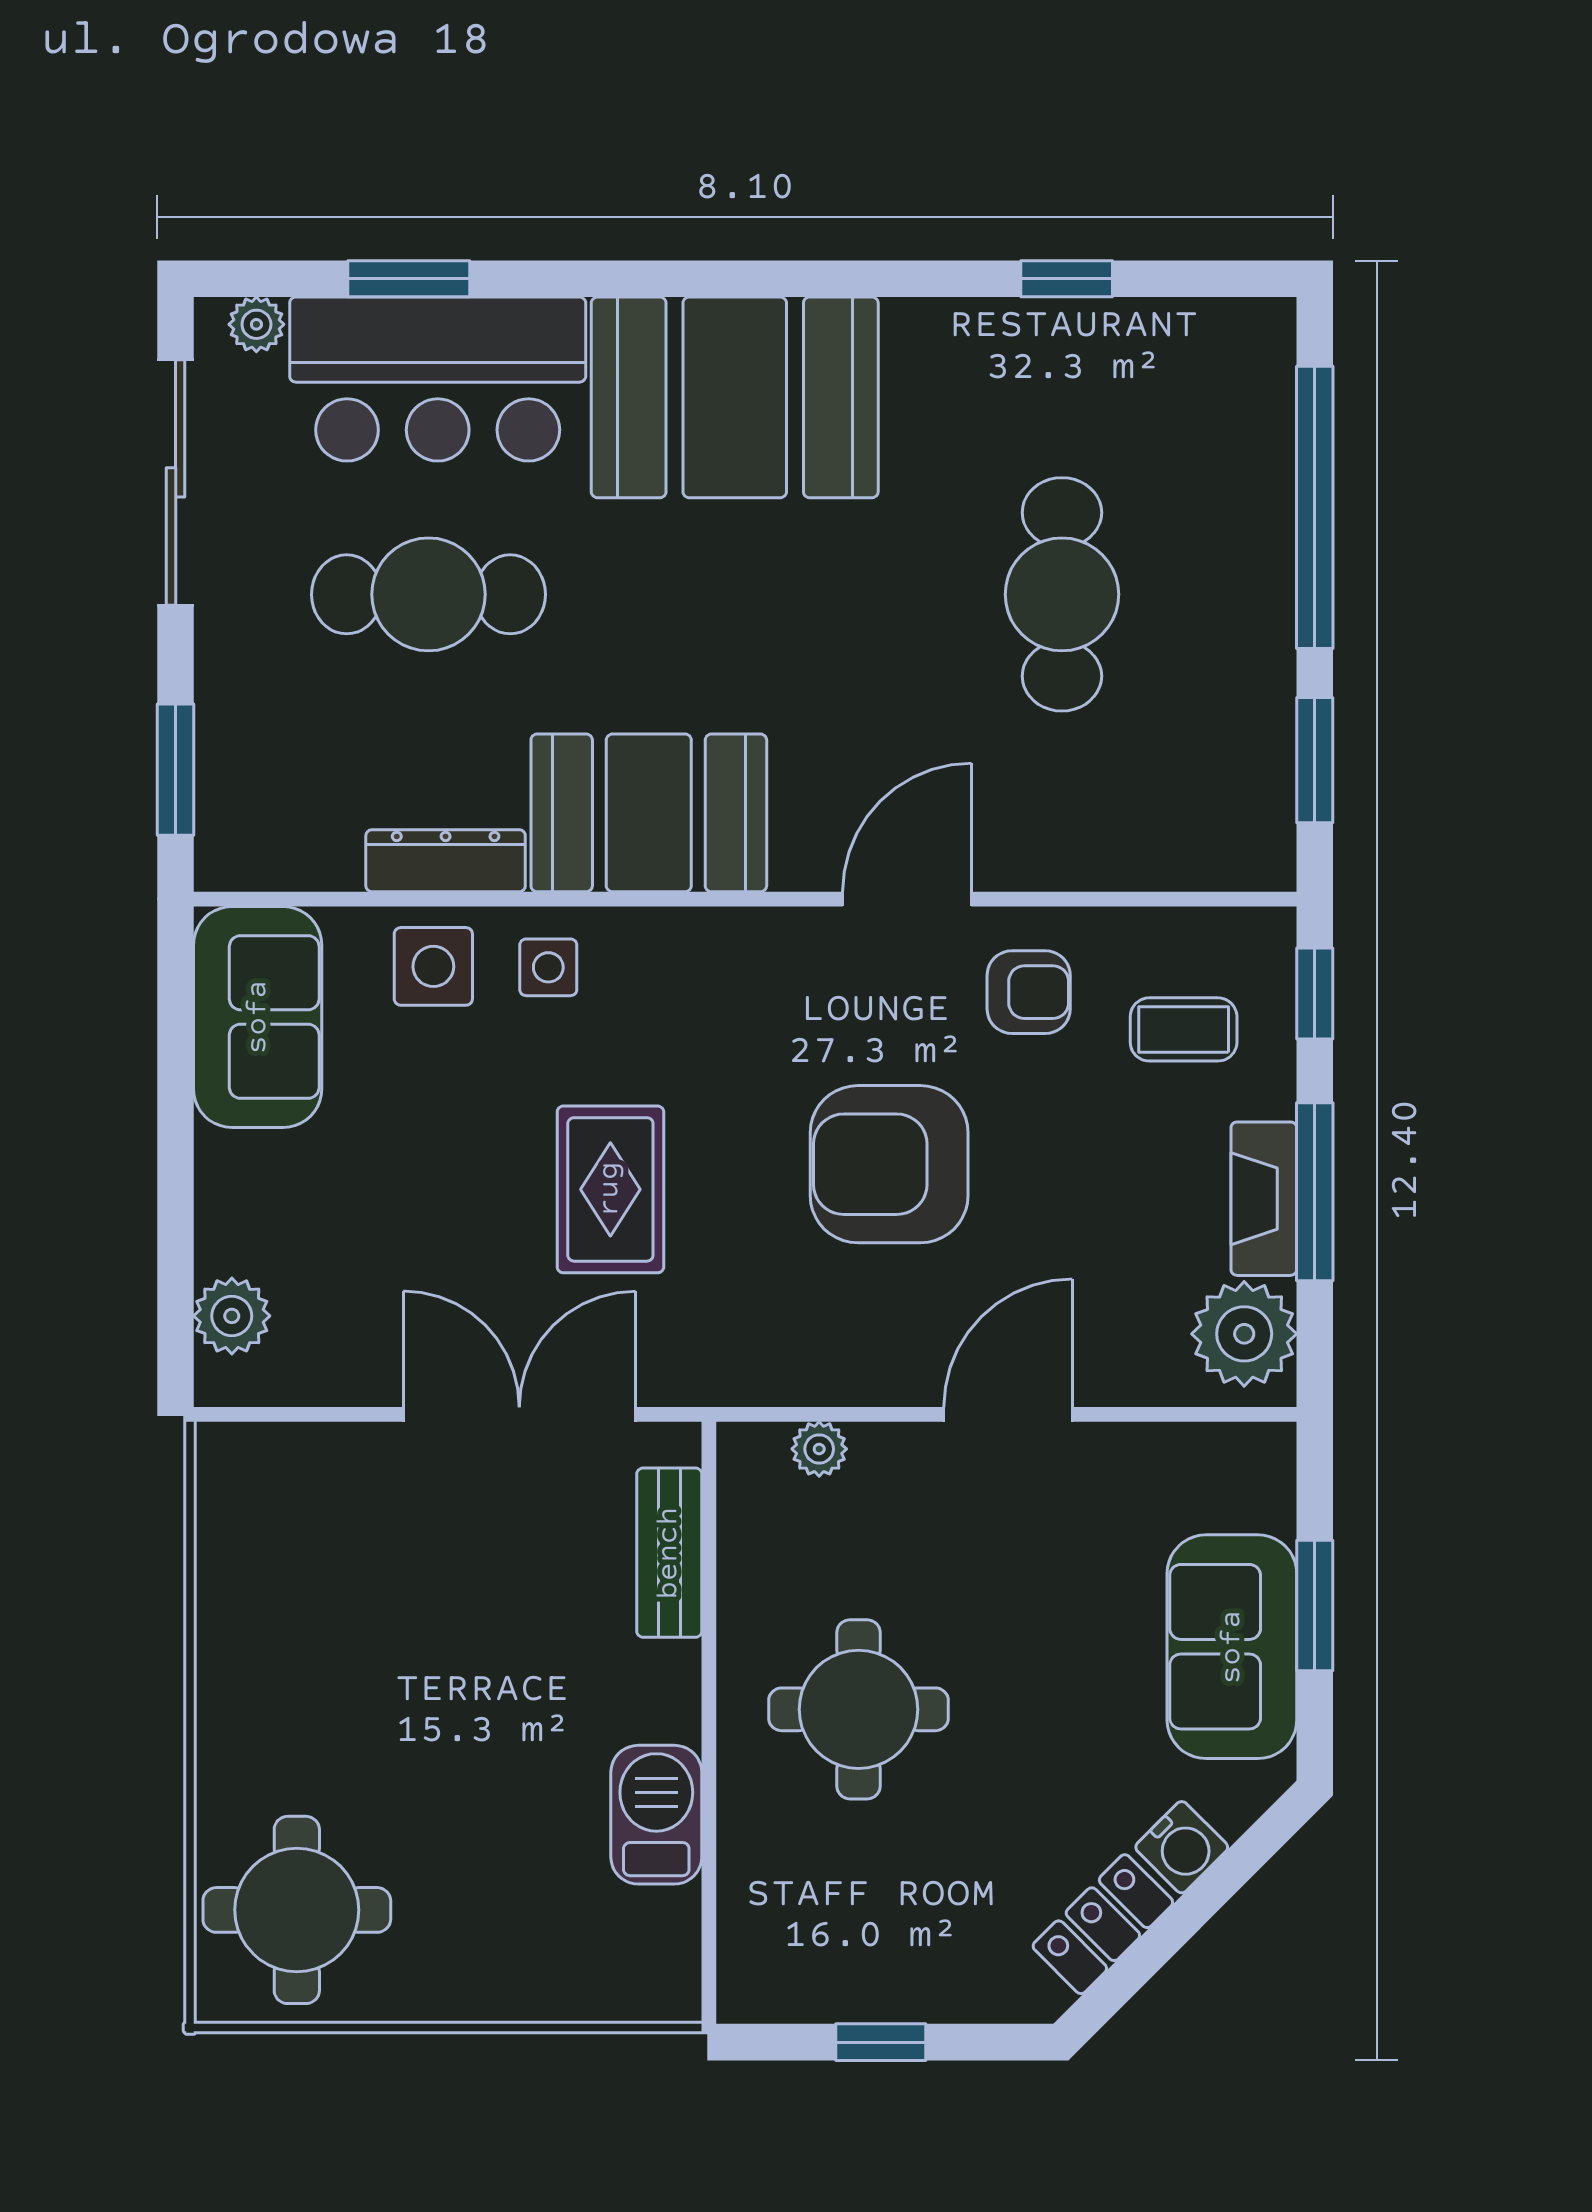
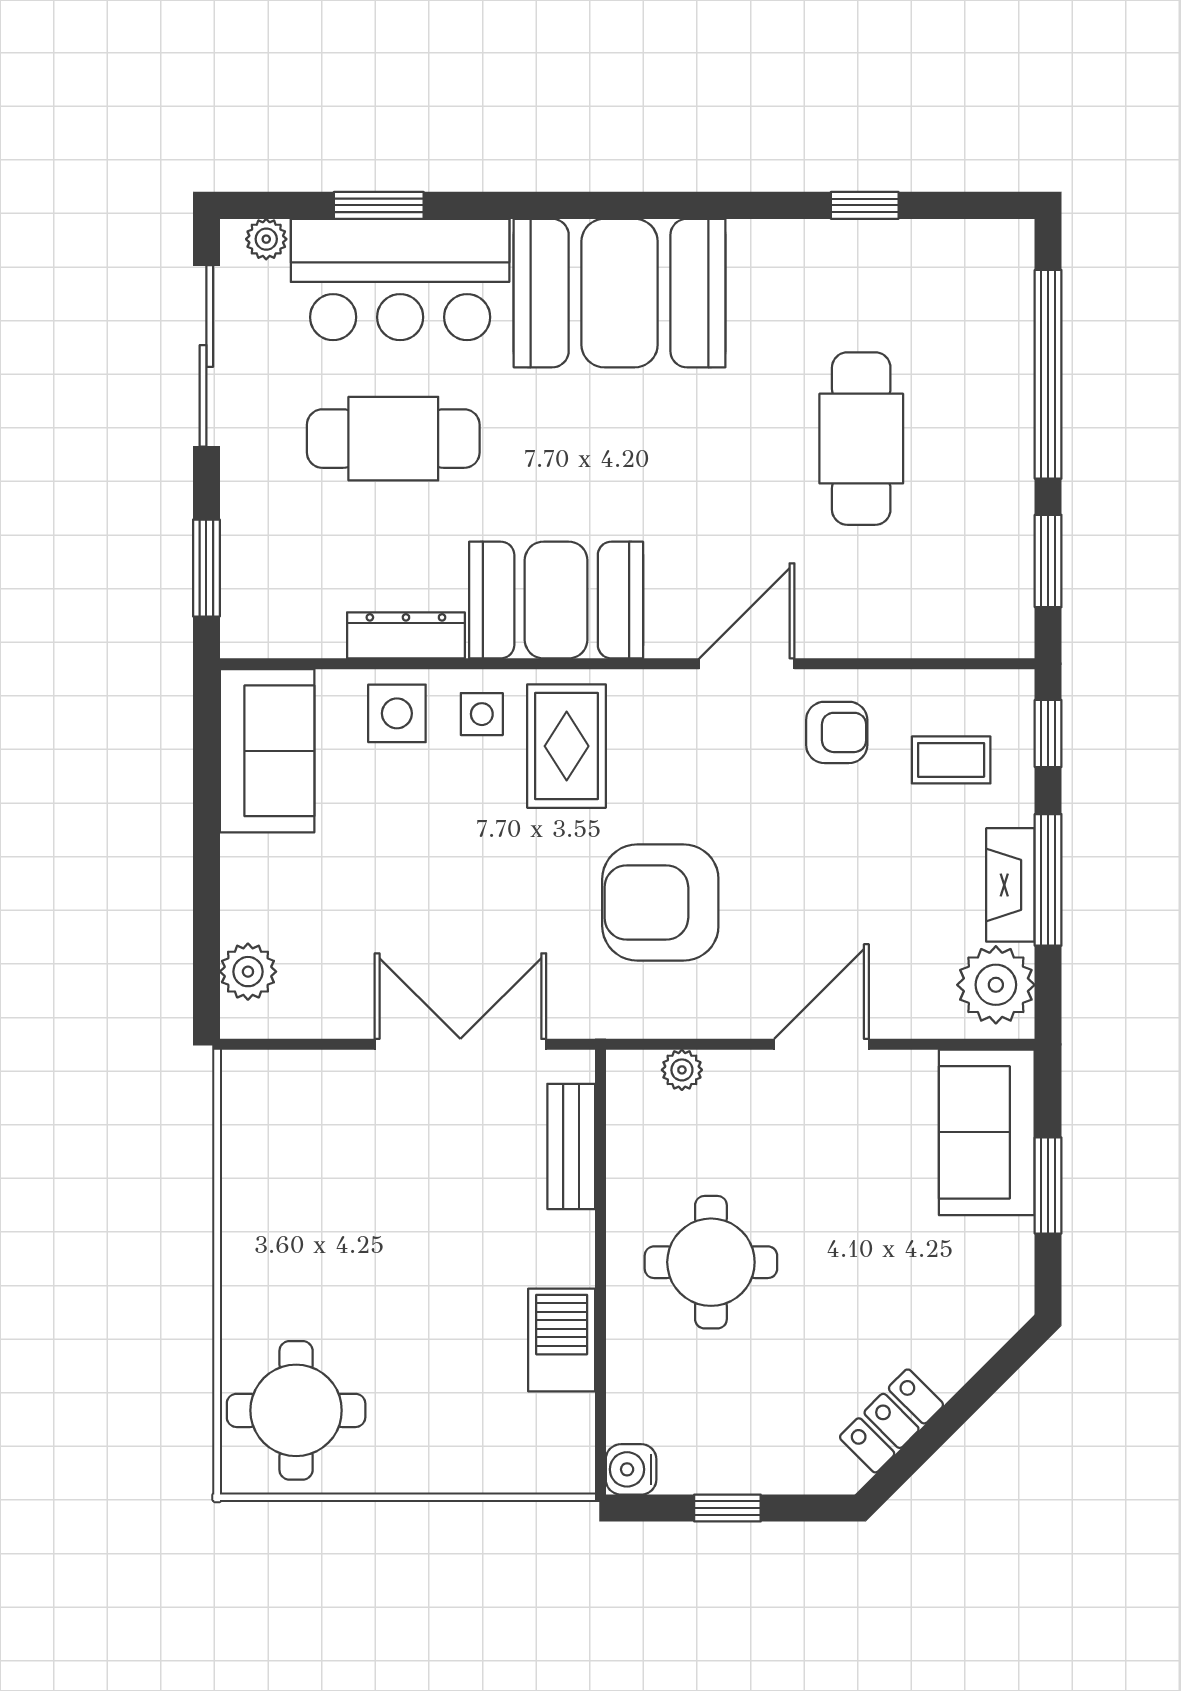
armchair: (889, 1164) -> (660, 903), moved
rug: (610, 1189) -> (567, 746), moved
sofa: (1232, 1647) -> (987, 1132), moved
water cooler: (1182, 1847) -> (631, 1469), moved, turned 135

